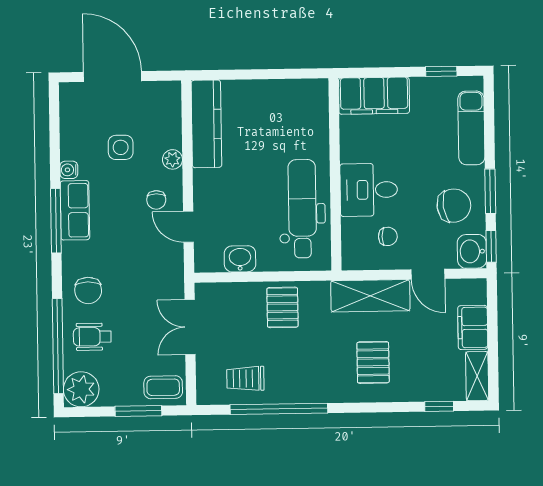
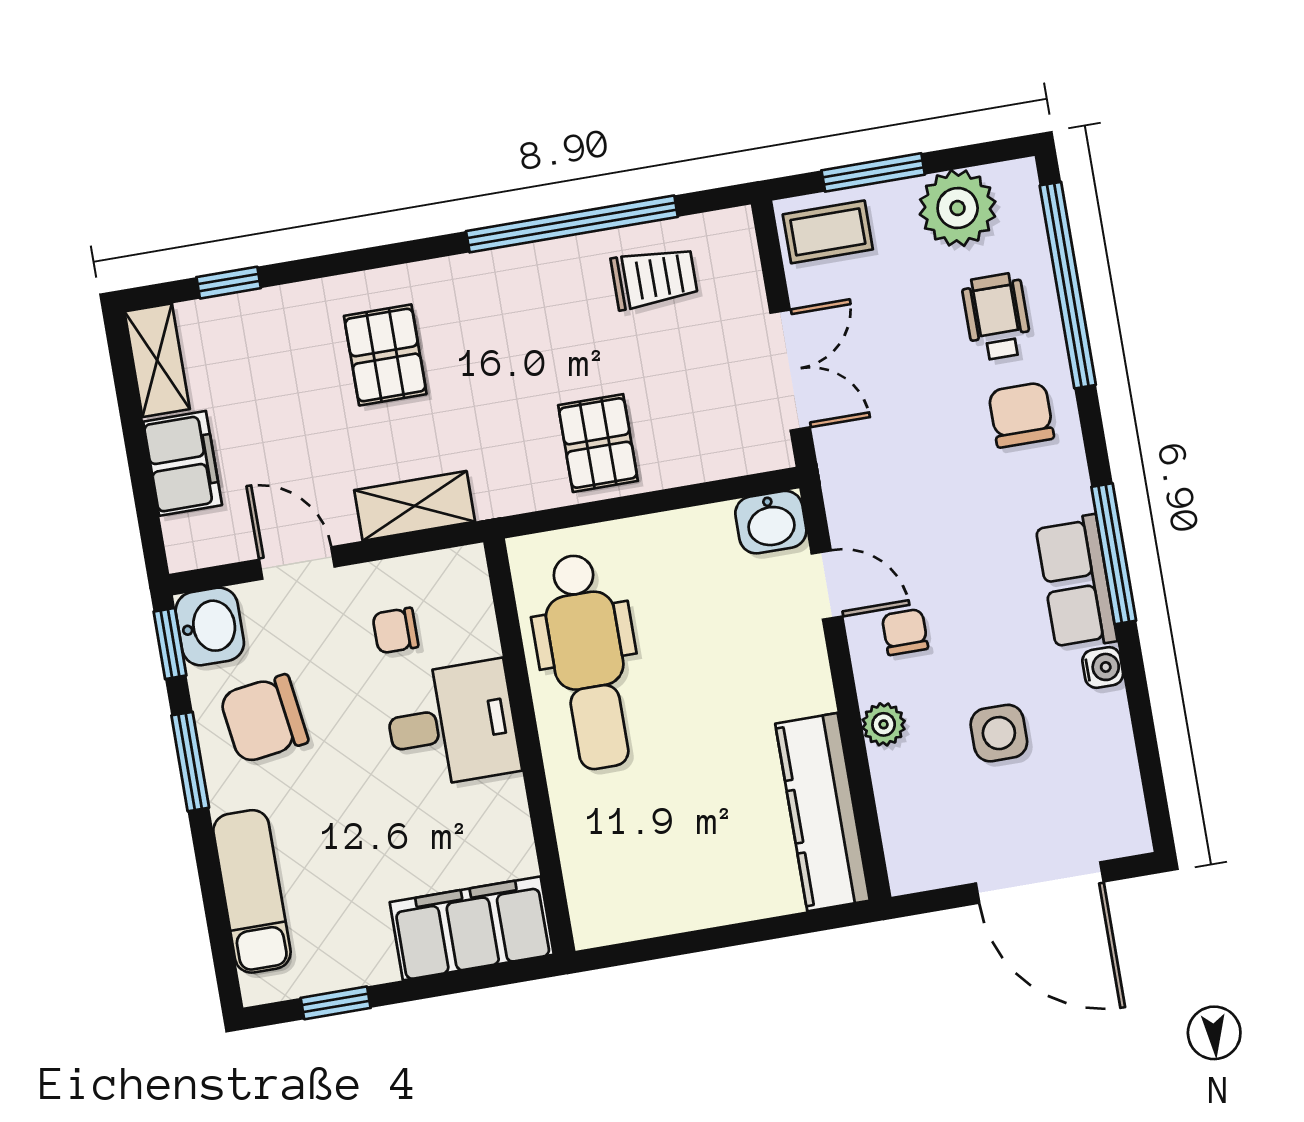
washbasin: (240, 259) -> (771, 522), moved
shelving: (370, 296) -> (415, 506), width x0.67, depth x0.75
wheelchair: (92, 337) -> (997, 317), turned -90
plant: (81, 389) -> (958, 208), moved

